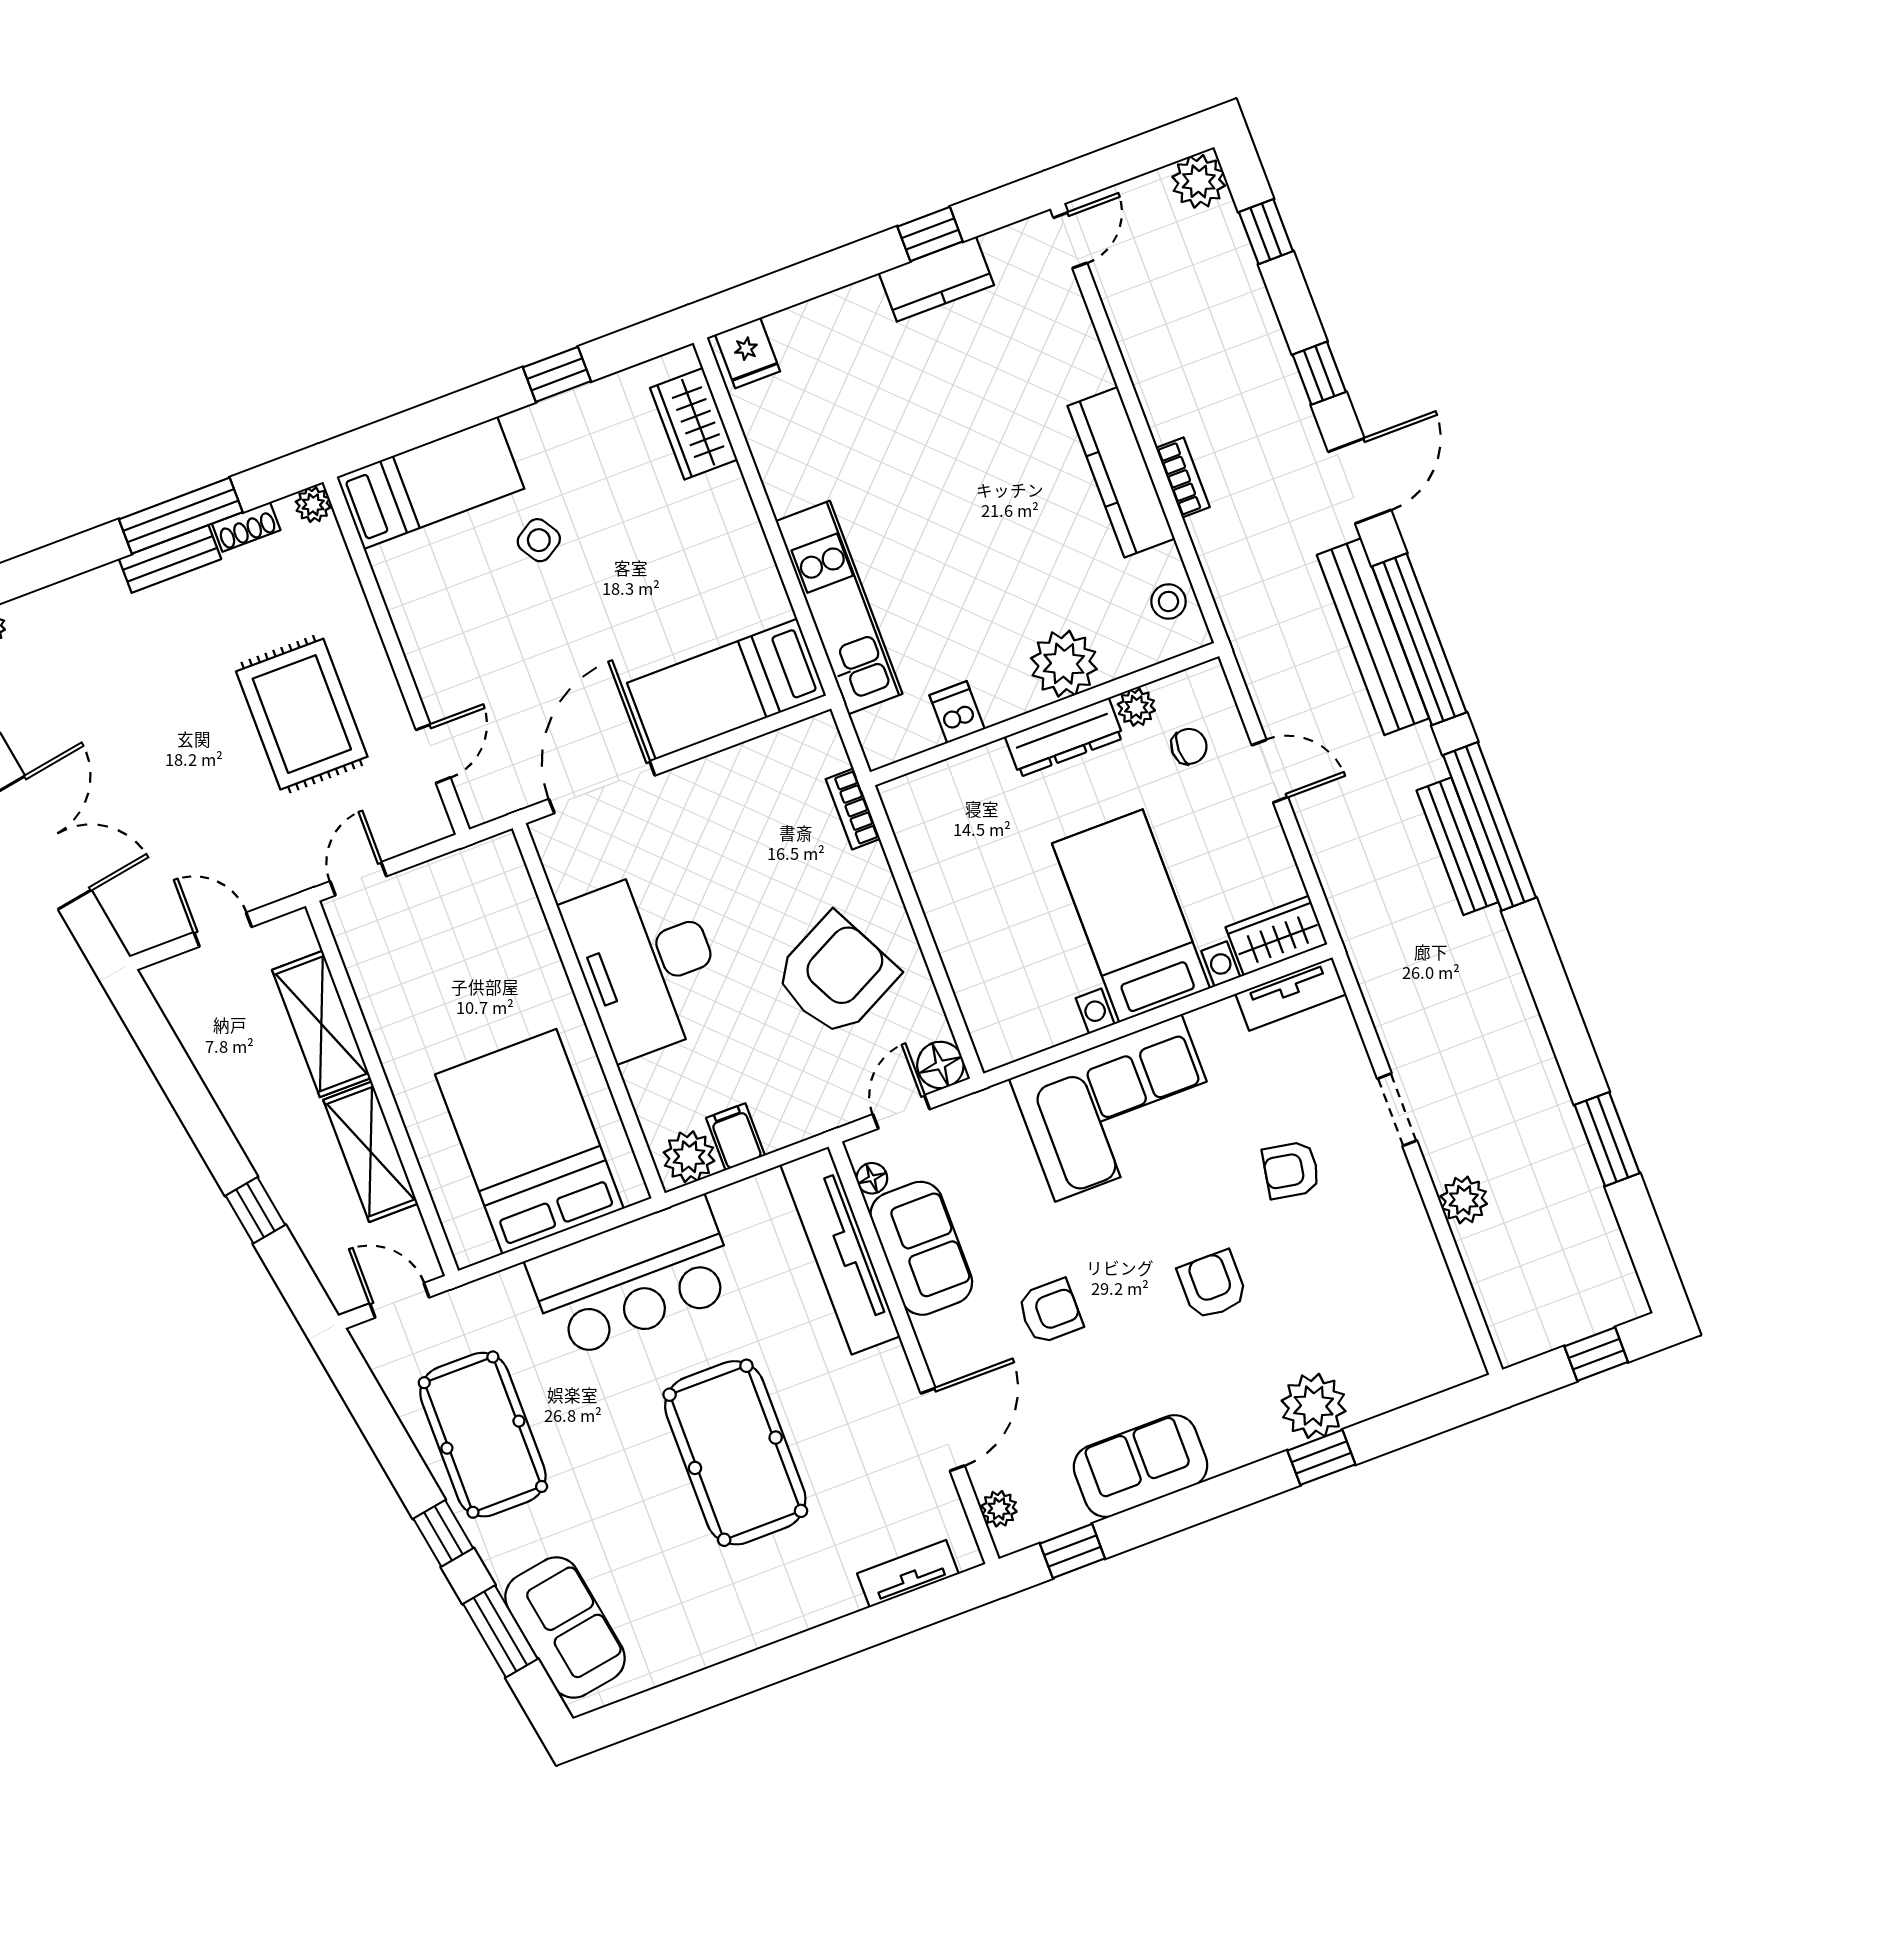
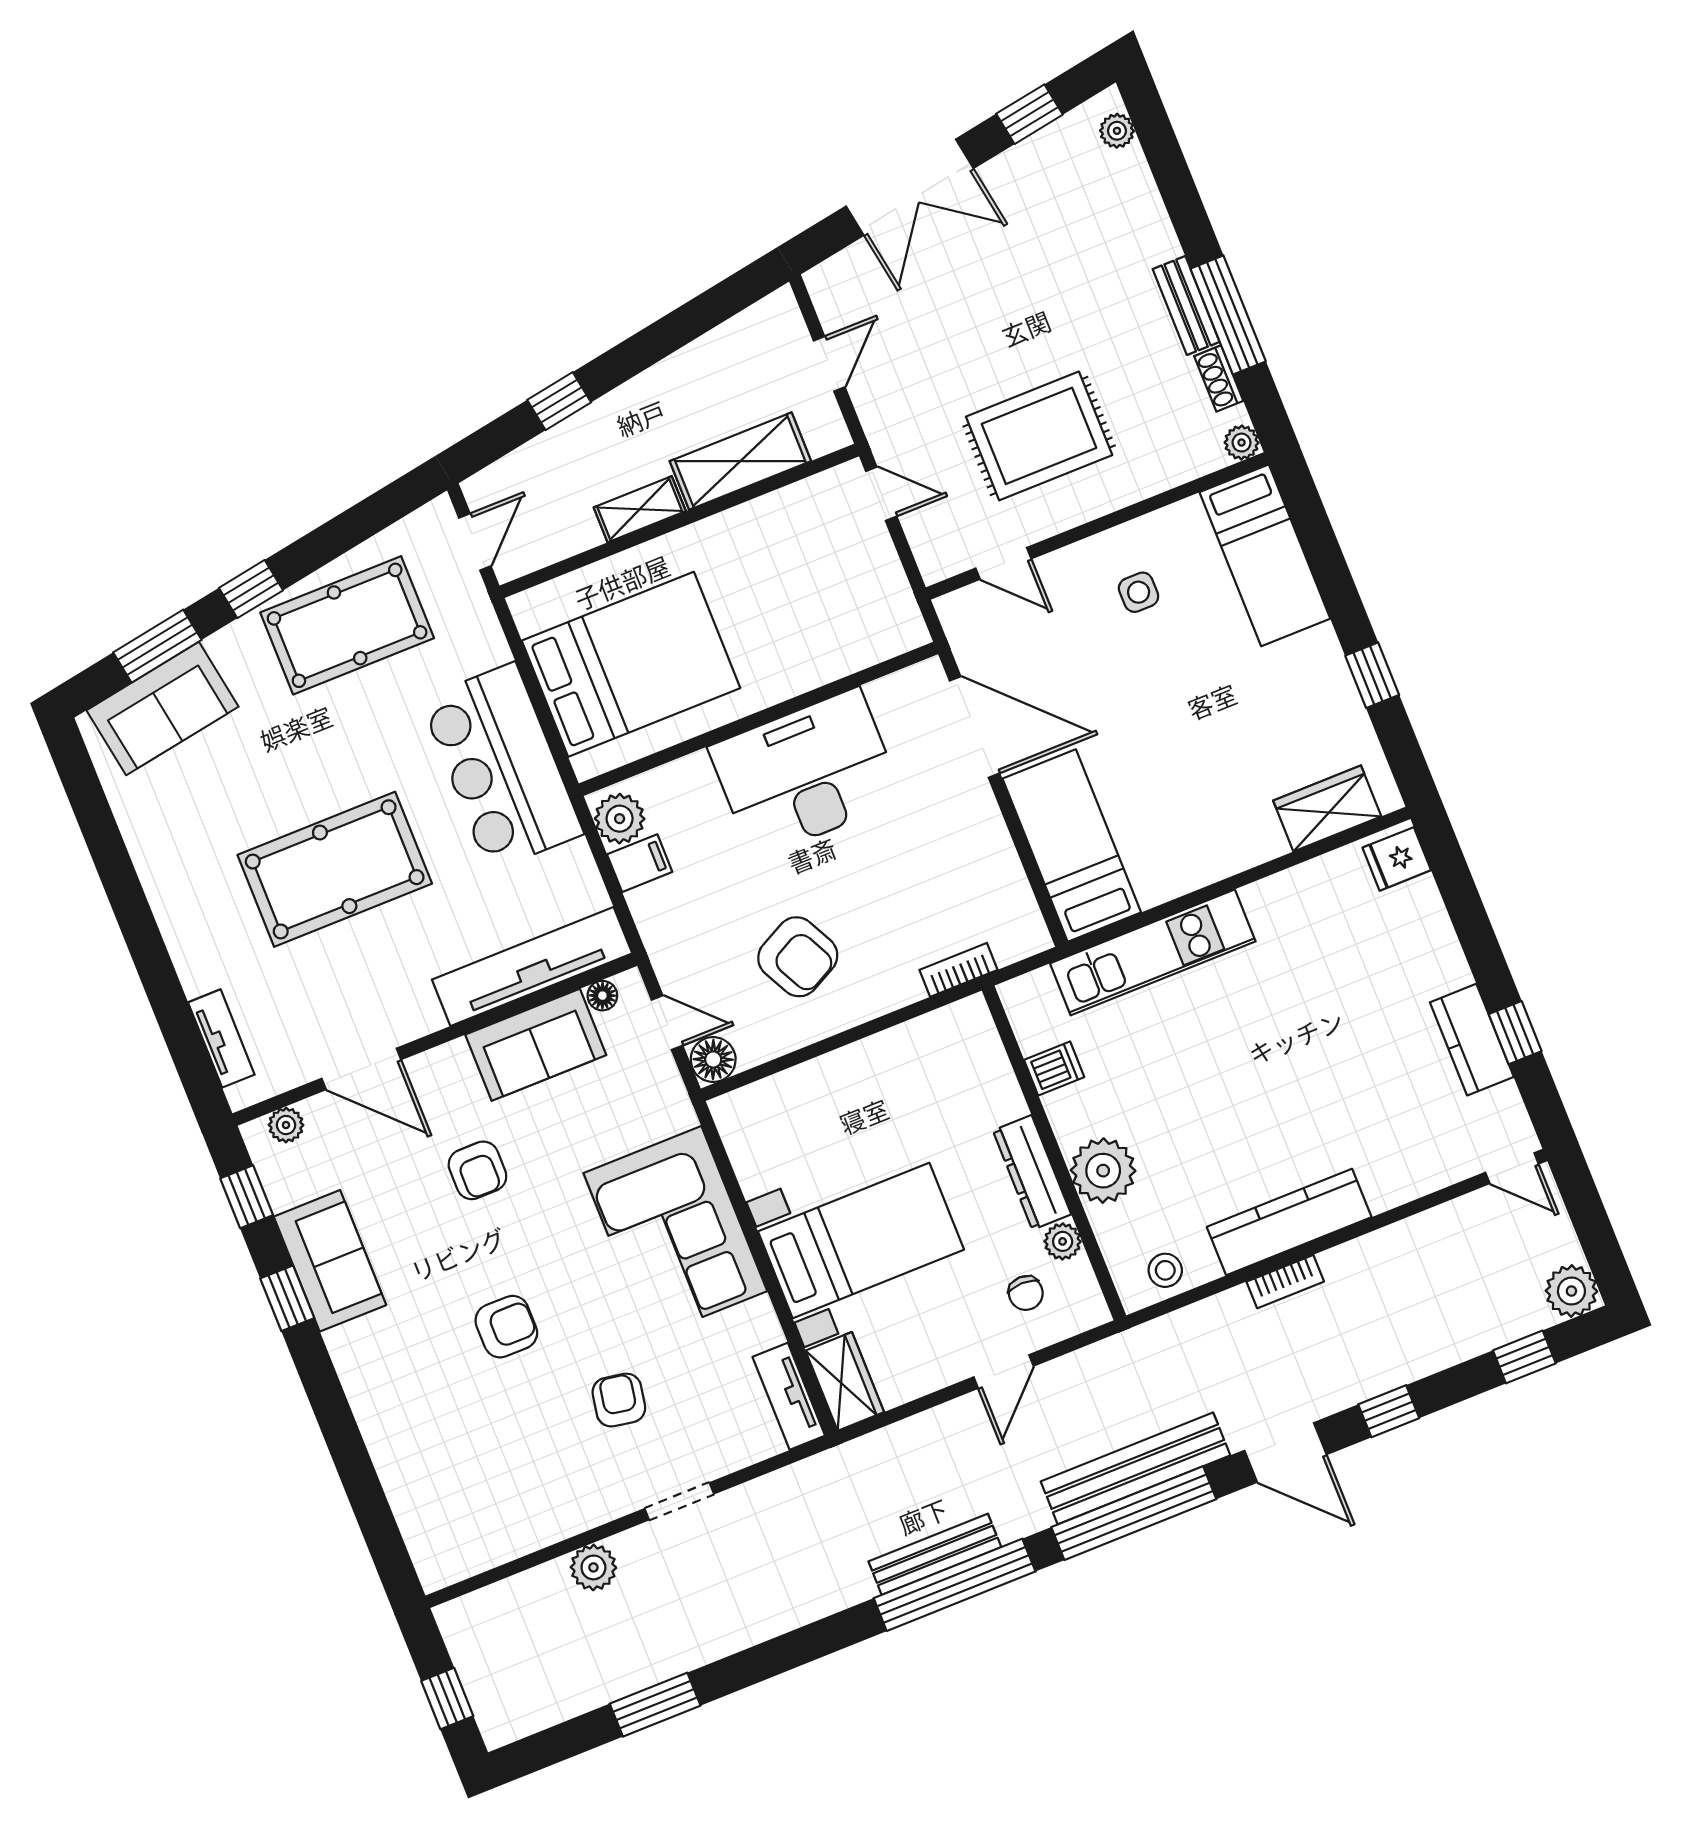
side table: (539, 540) -> (1139, 592), moved, turned 32
armchair: (836, 975) -> (798, 957), width x0.73, depth x0.73
shelving: (371, 1152) -> (640, 509), width x0.67, depth x0.75
plant: (1314, 1406) -> (392, 1427), removed
window: (1321, 1457) -> (287, 1298), moved

